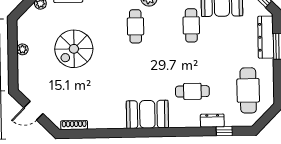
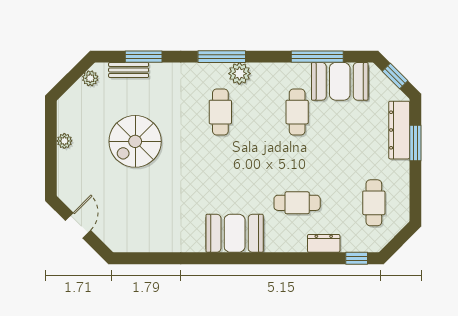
cafe table: (248, 90) -> (374, 203), width x0.73, depth x0.74
door: (33, 111) -> (78, 225), swing flipped
shoe rack: (74, 125) -> (134, 246), removed
window: (224, 131) -> (357, 258), moved

